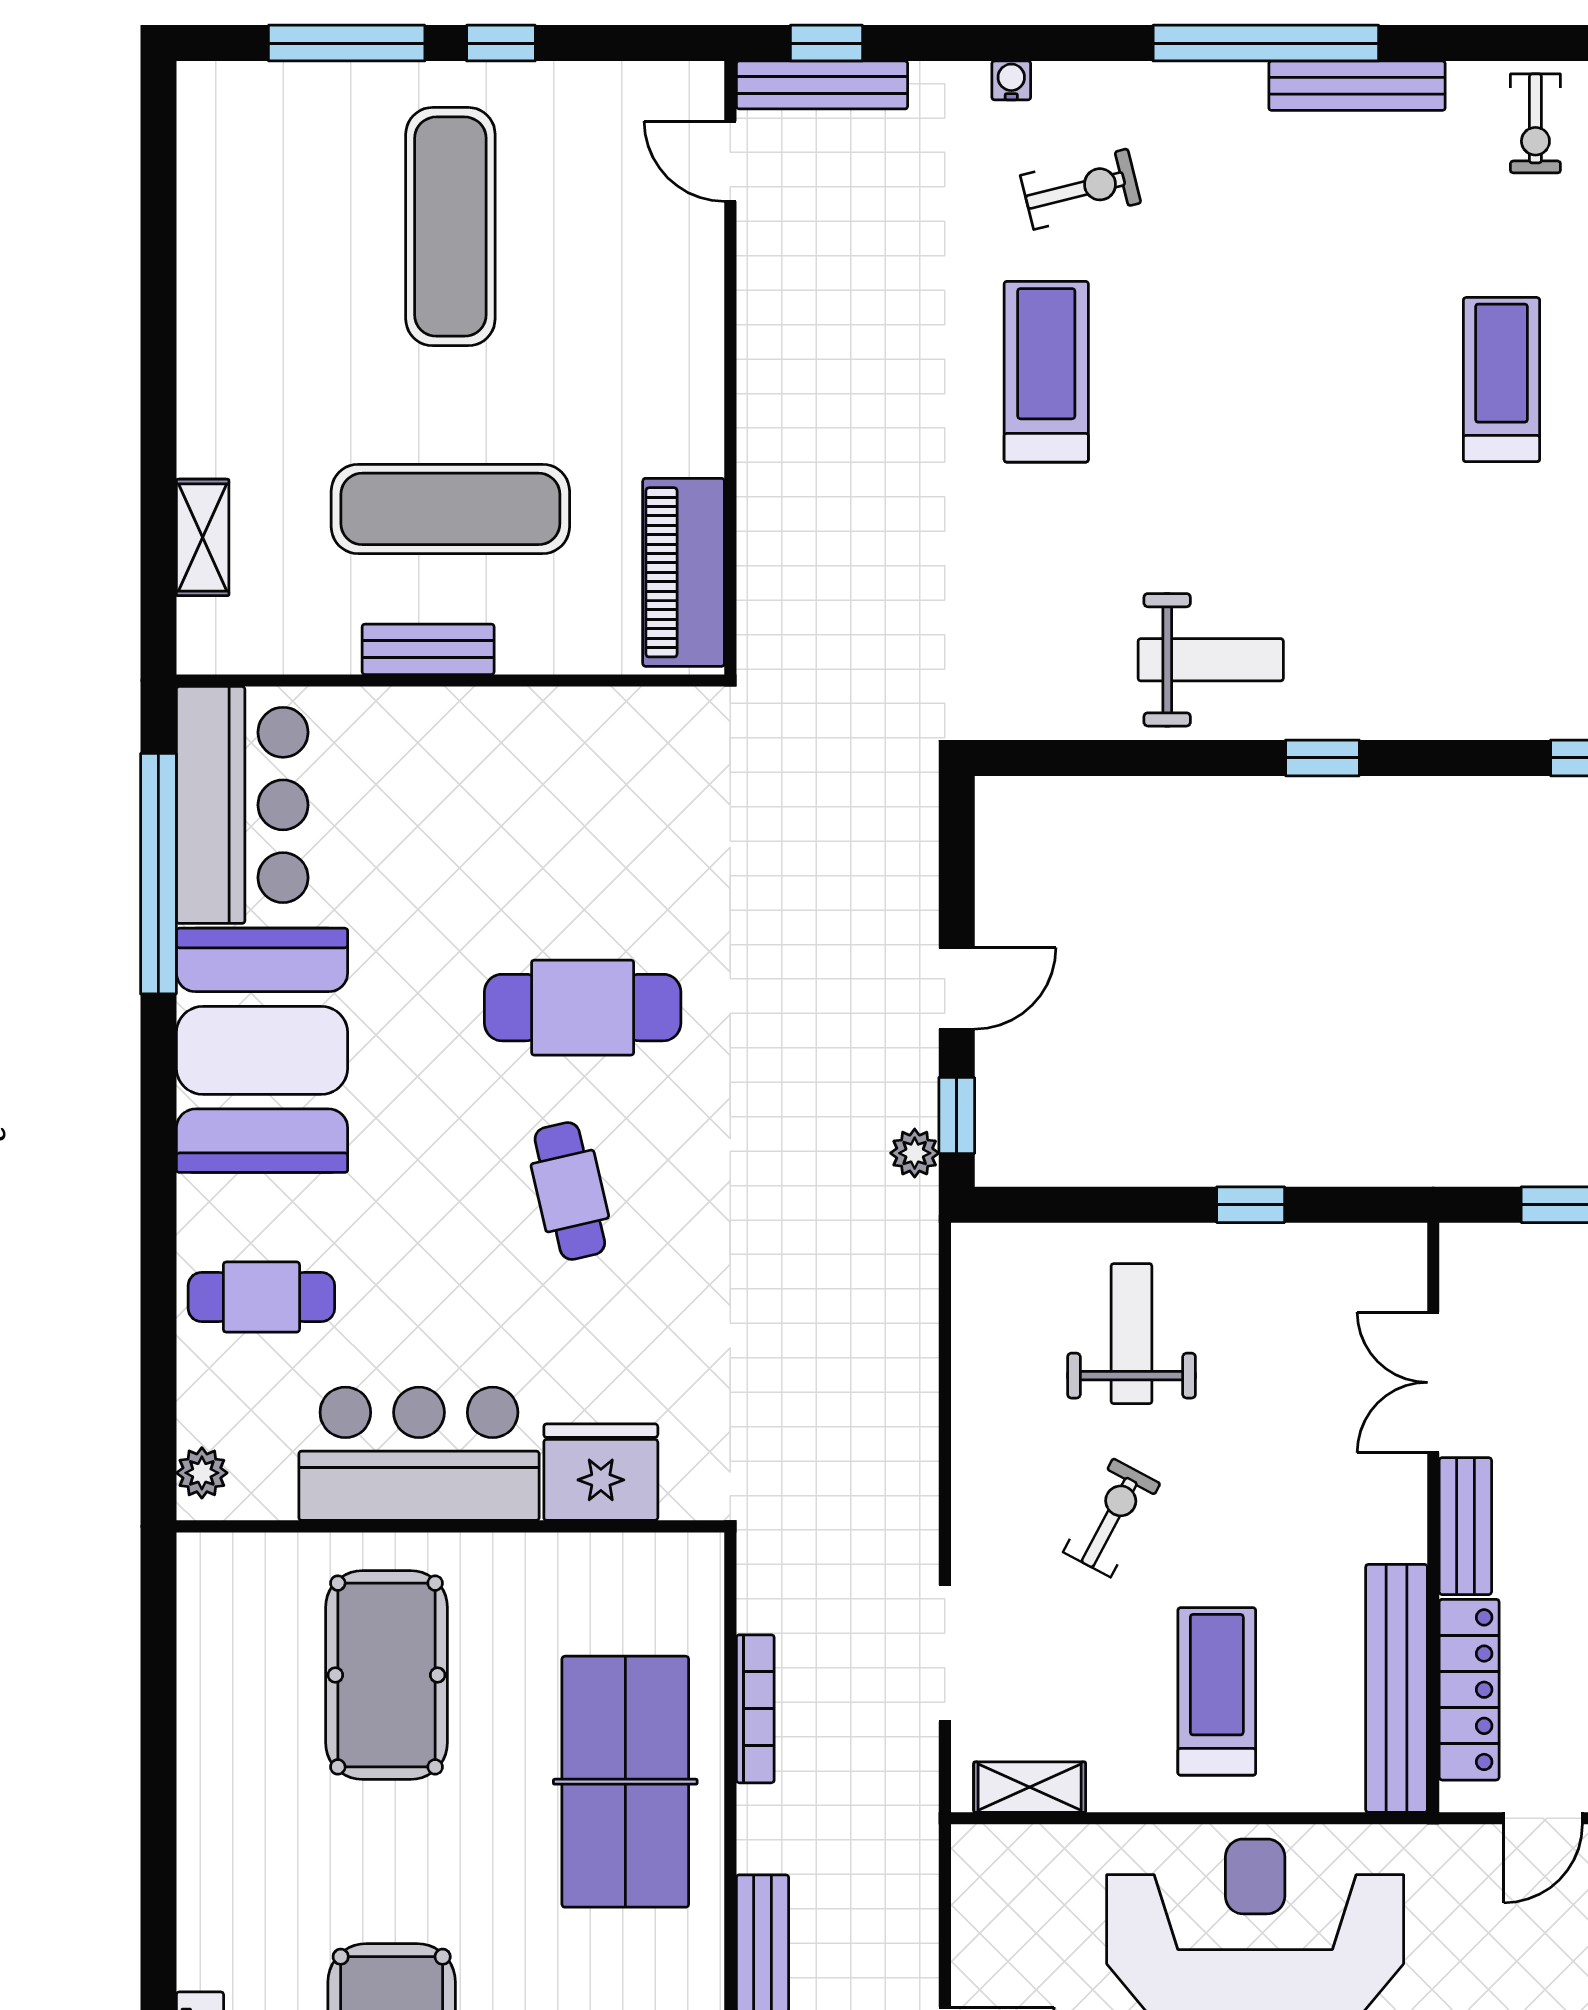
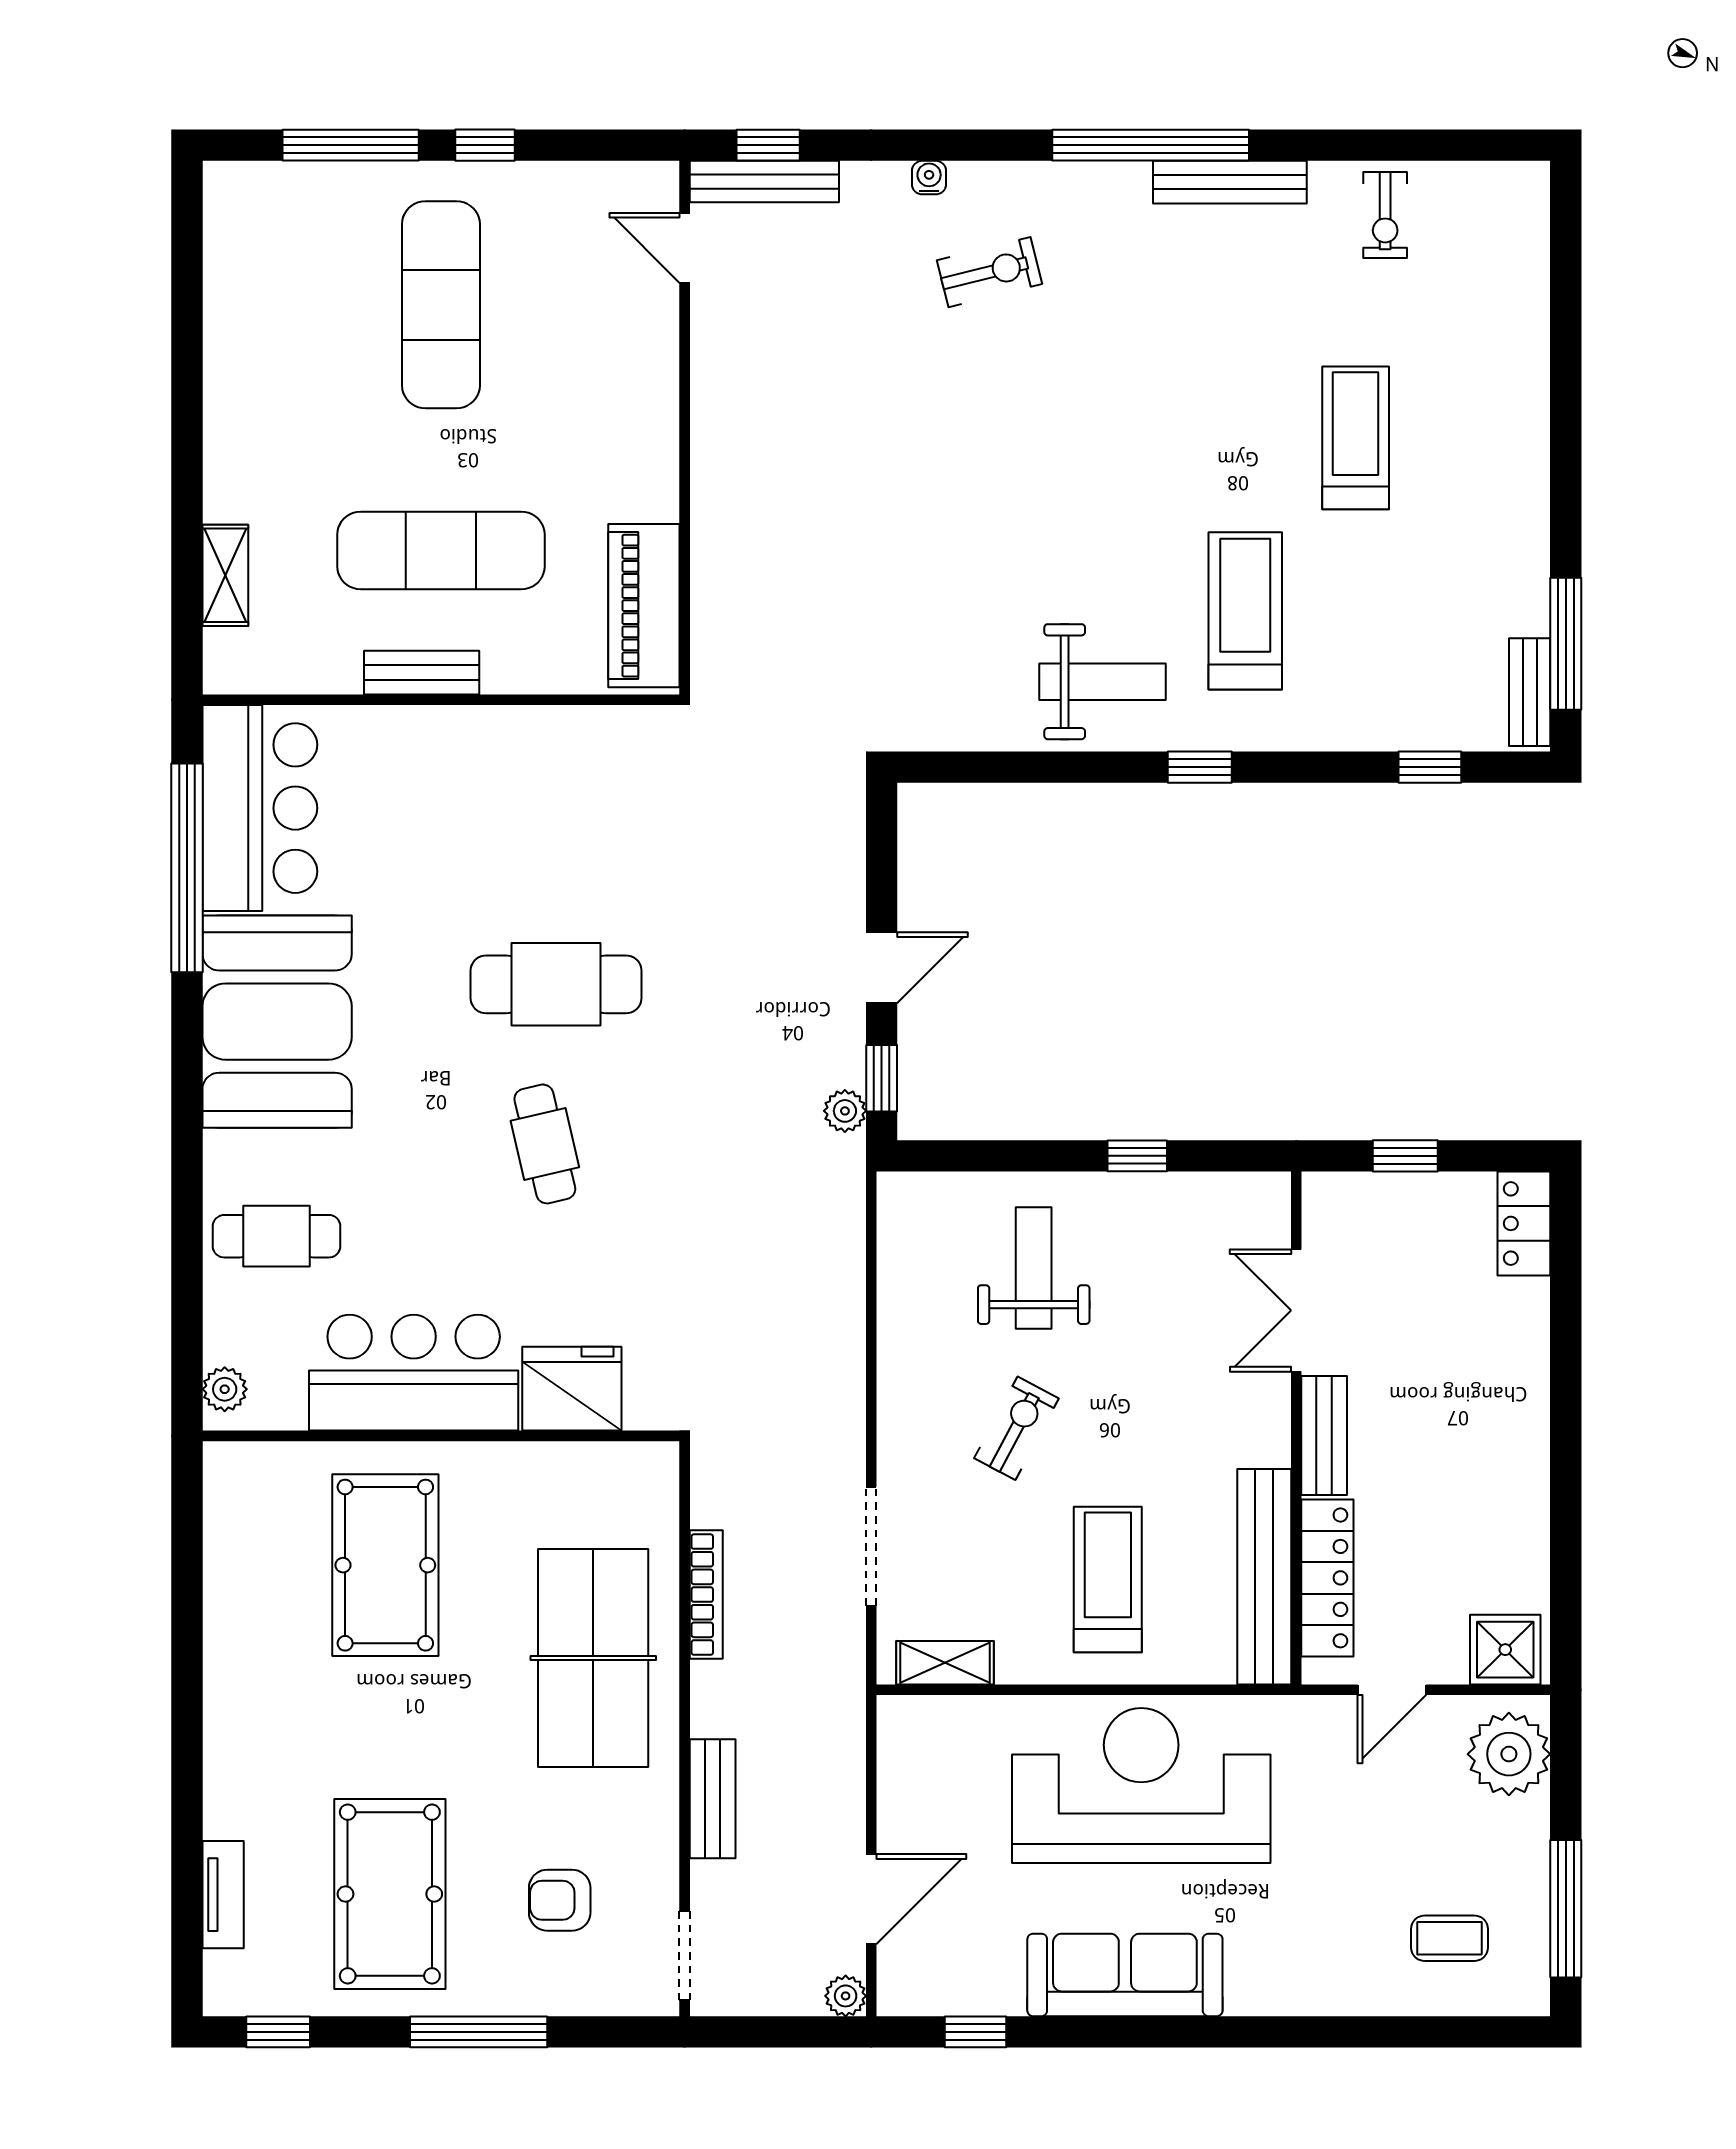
treadmill: (1046, 372) -> (1245, 611), moved

